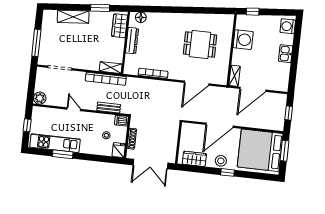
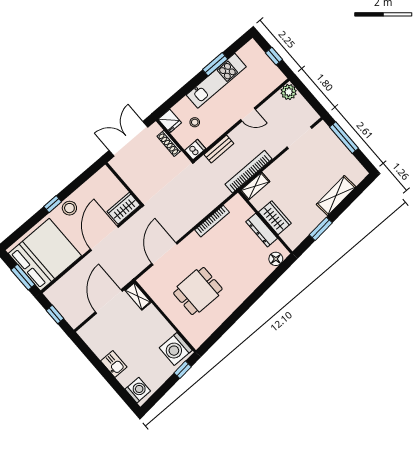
wardrobe: (120, 26) -> (275, 218), moved
washing machine: (243, 40) -> (176, 349), moved
kitchen unit: (55, 143) -> (216, 81), moved
wardrobe: (194, 159) -> (124, 208), moved, turned 180

